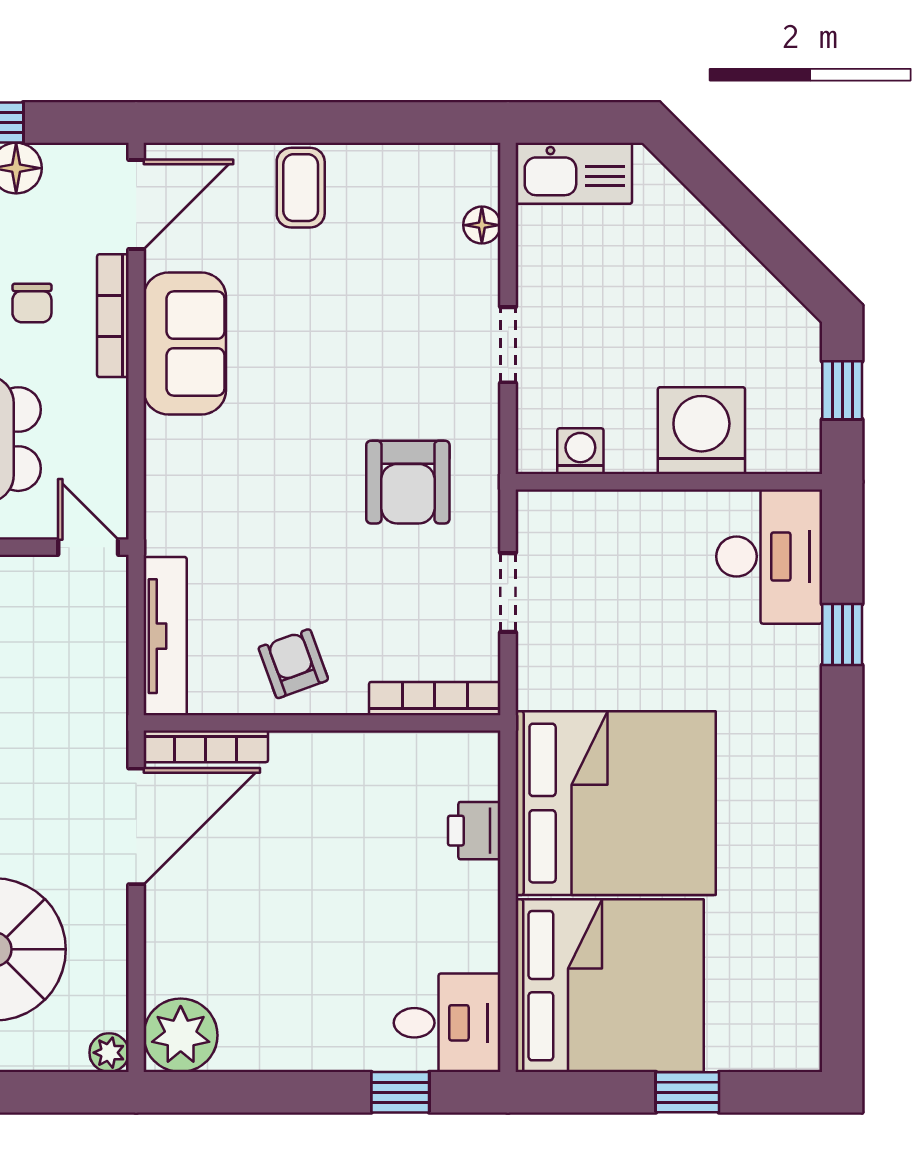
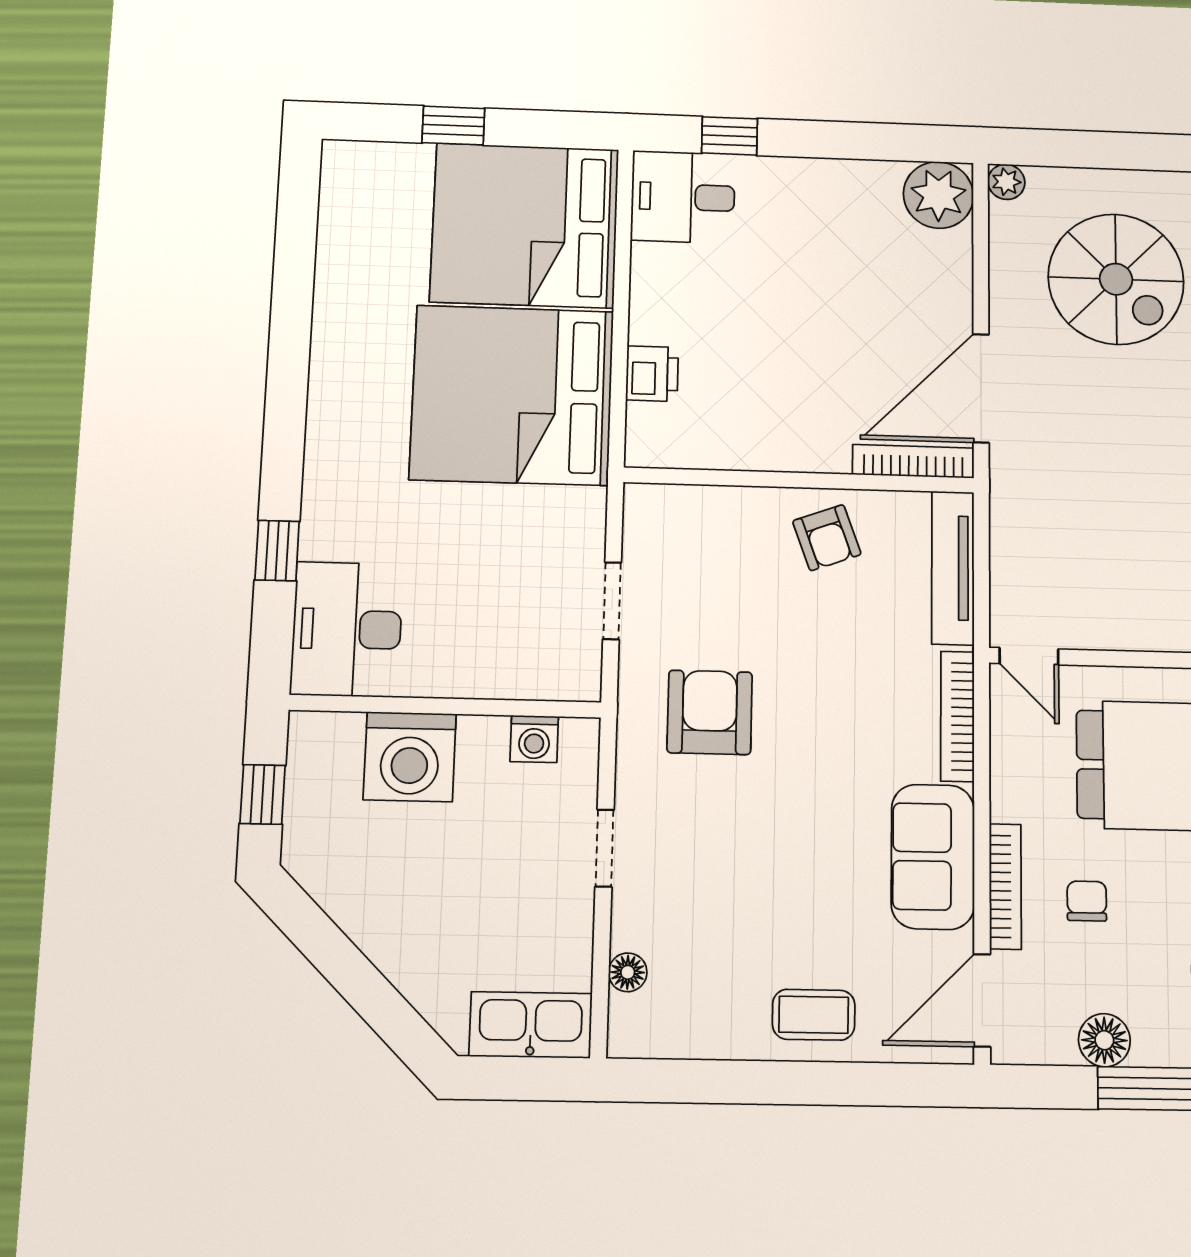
coffee table: (301, 188) -> (814, 1015), turned 90
bookcase: (435, 699) -> (957, 716), moved, turned 90

